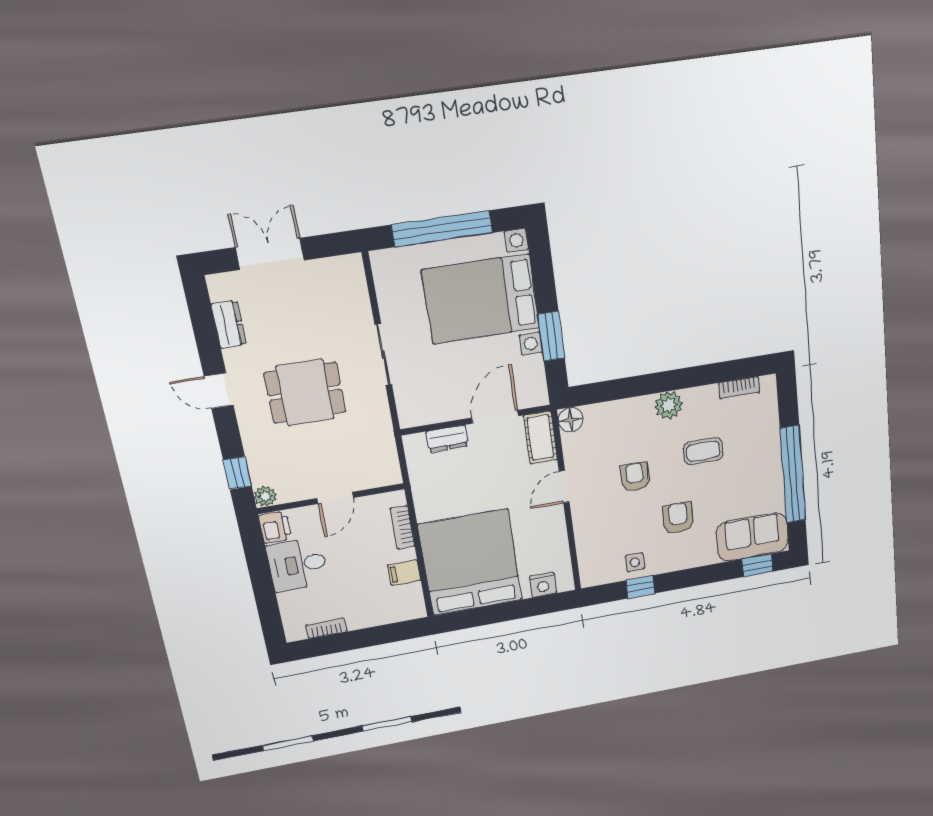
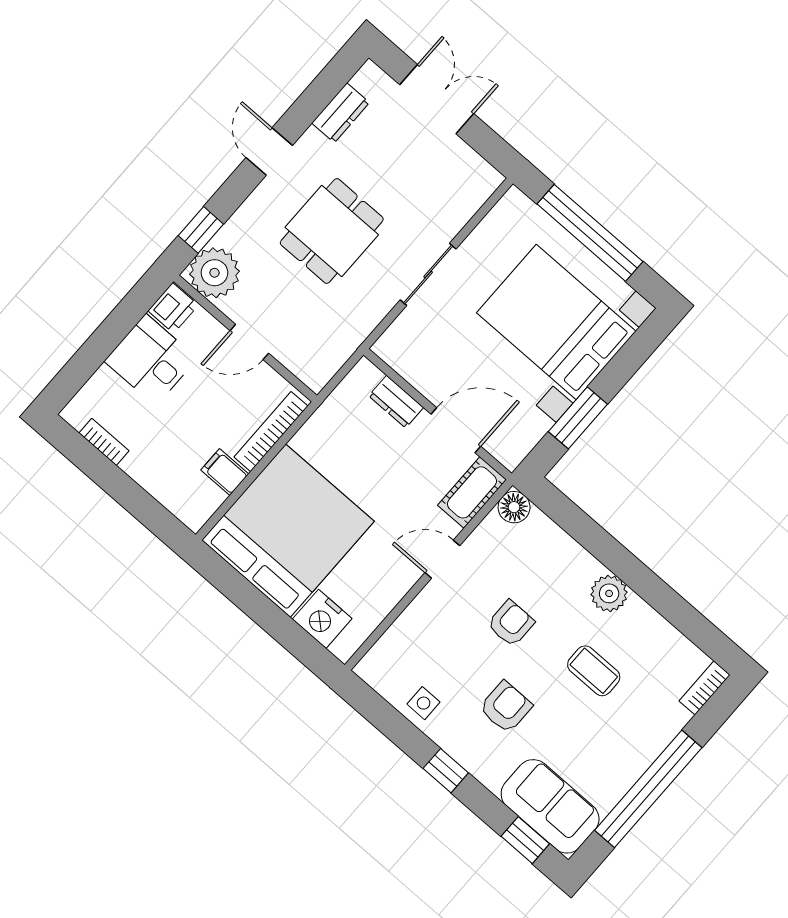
bookcase: (739, 388) -> (705, 688), moved, turned 90
dining table: (305, 393) -> (332, 231), turned 90
plant: (265, 496) -> (214, 273), width x1.88, depth x1.88
bookcase: (402, 527) -> (271, 432), width x1.56
nightstand: (543, 585) -> (322, 619), width x1.36, depth x1.33
window: (640, 587) -> (446, 771), moved

